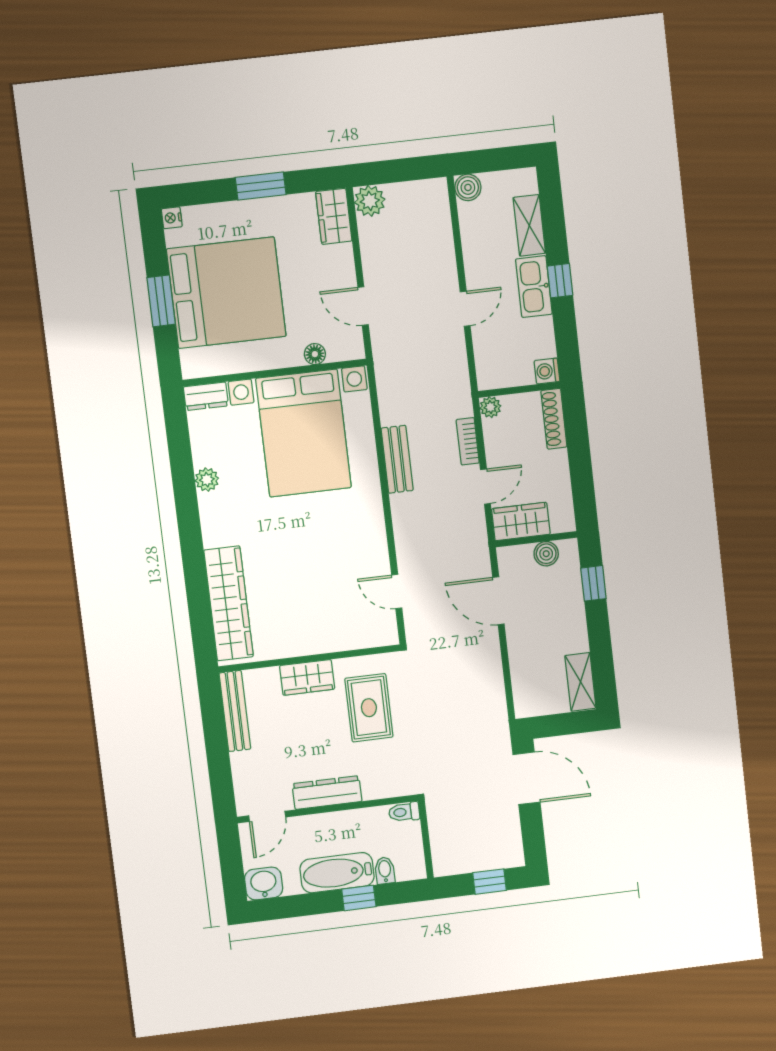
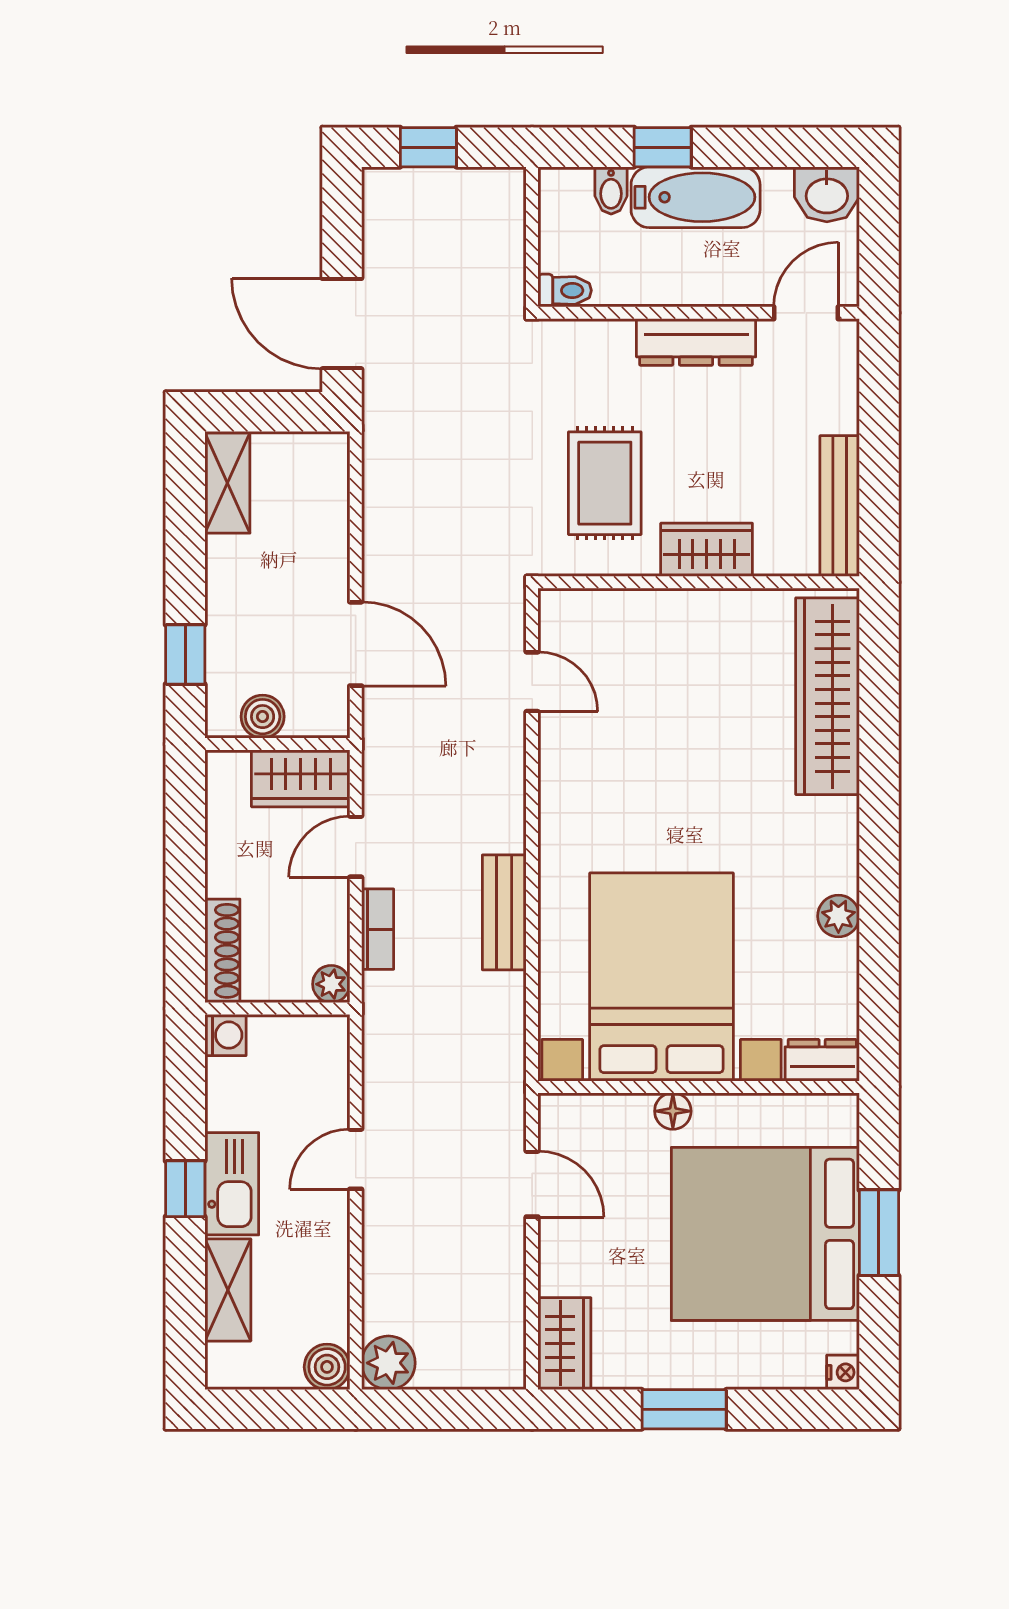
plant: (370, 201) -> (388, 1363), moved
floor lamp: (315, 354) -> (673, 1111), moved

